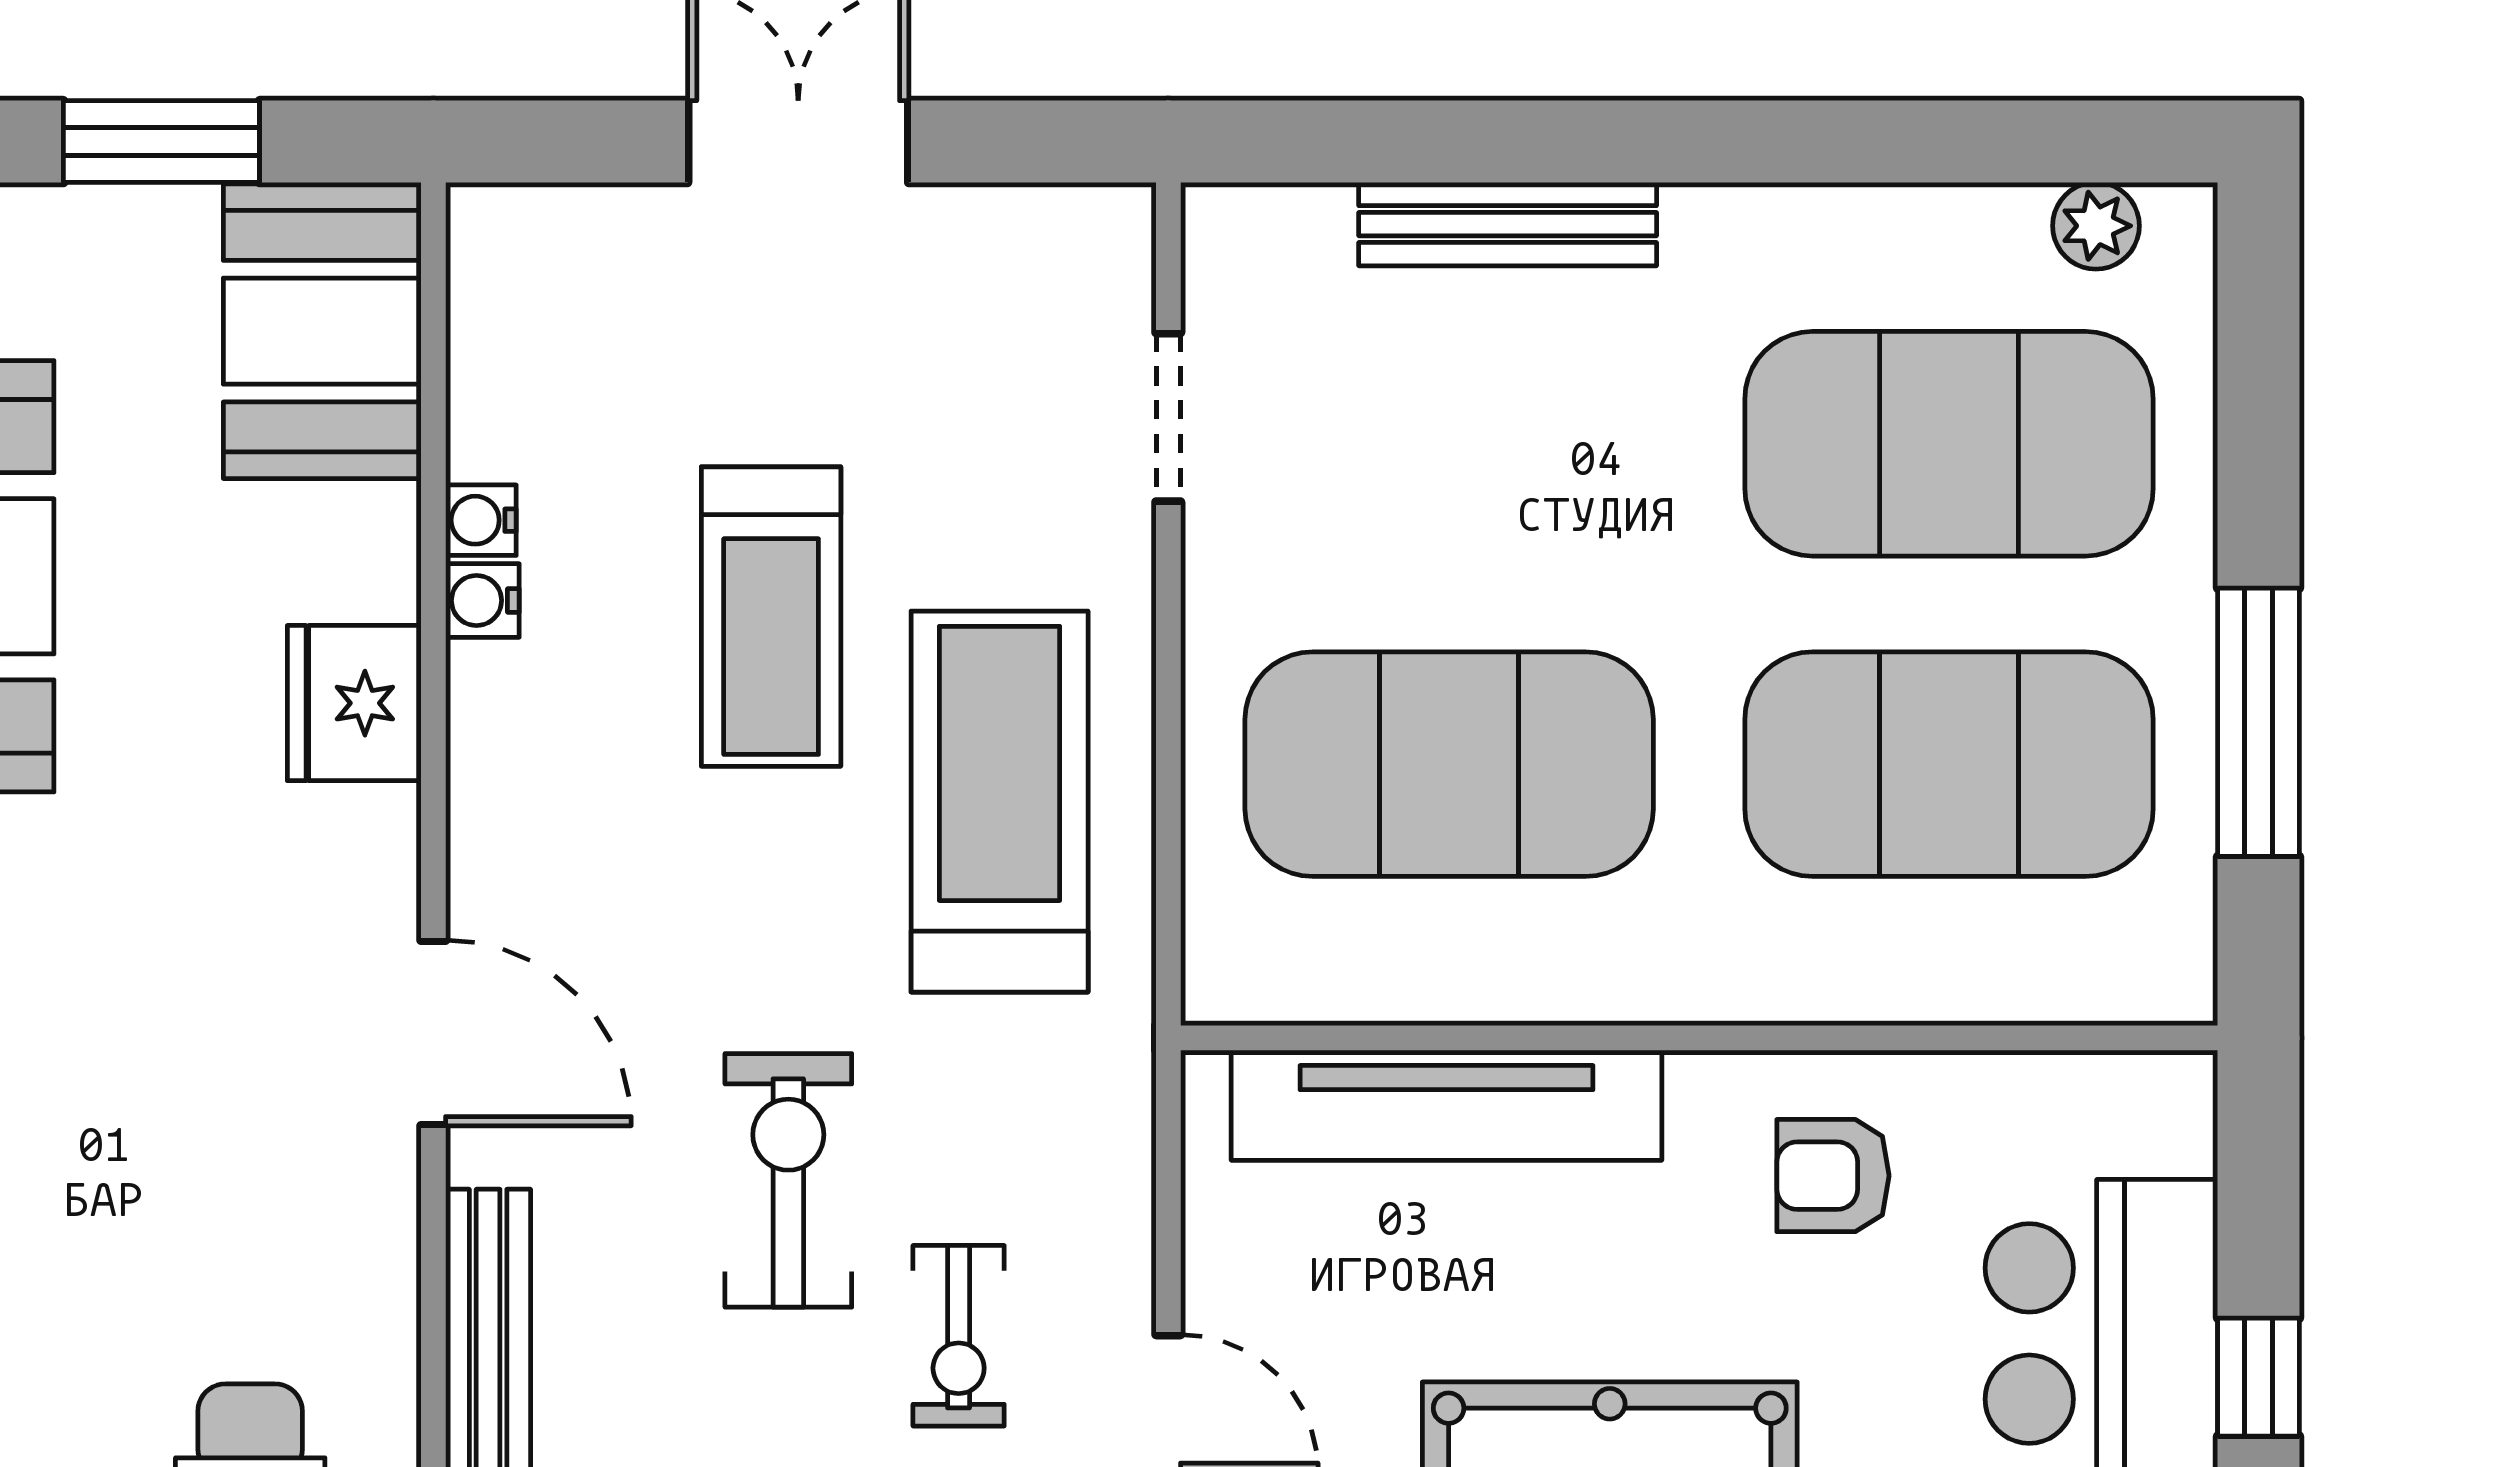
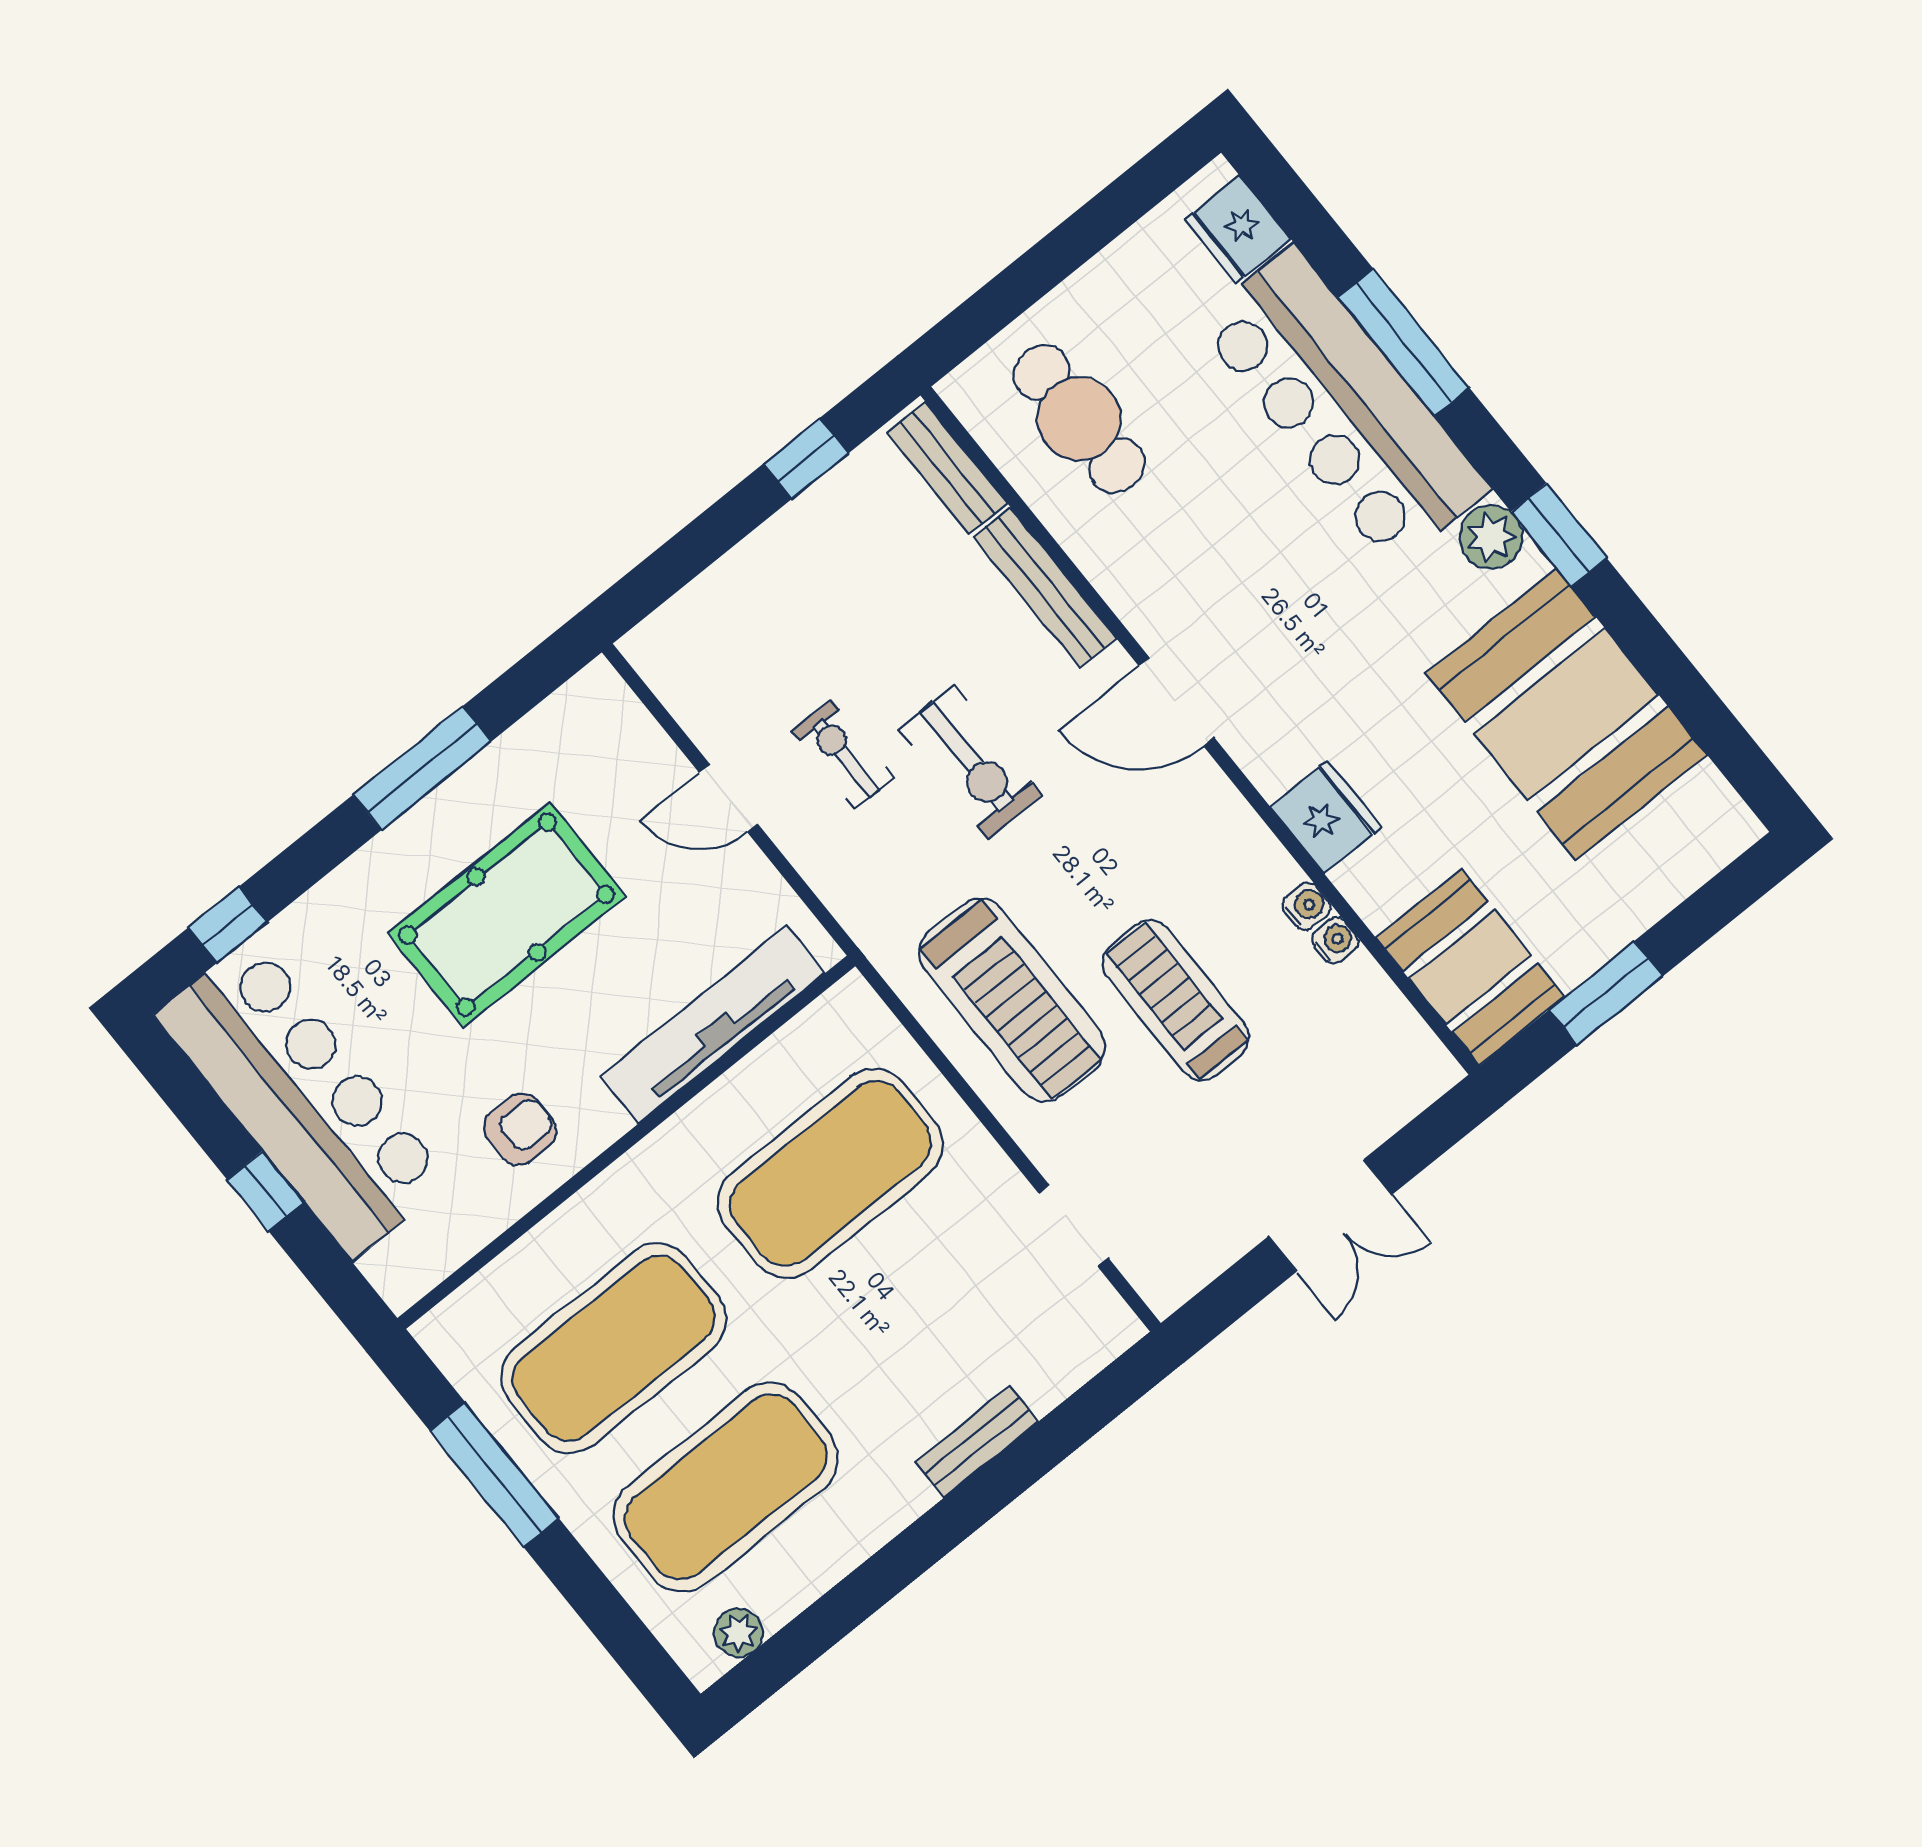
bench: (1508, 224) -> (977, 1442), width x0.73

